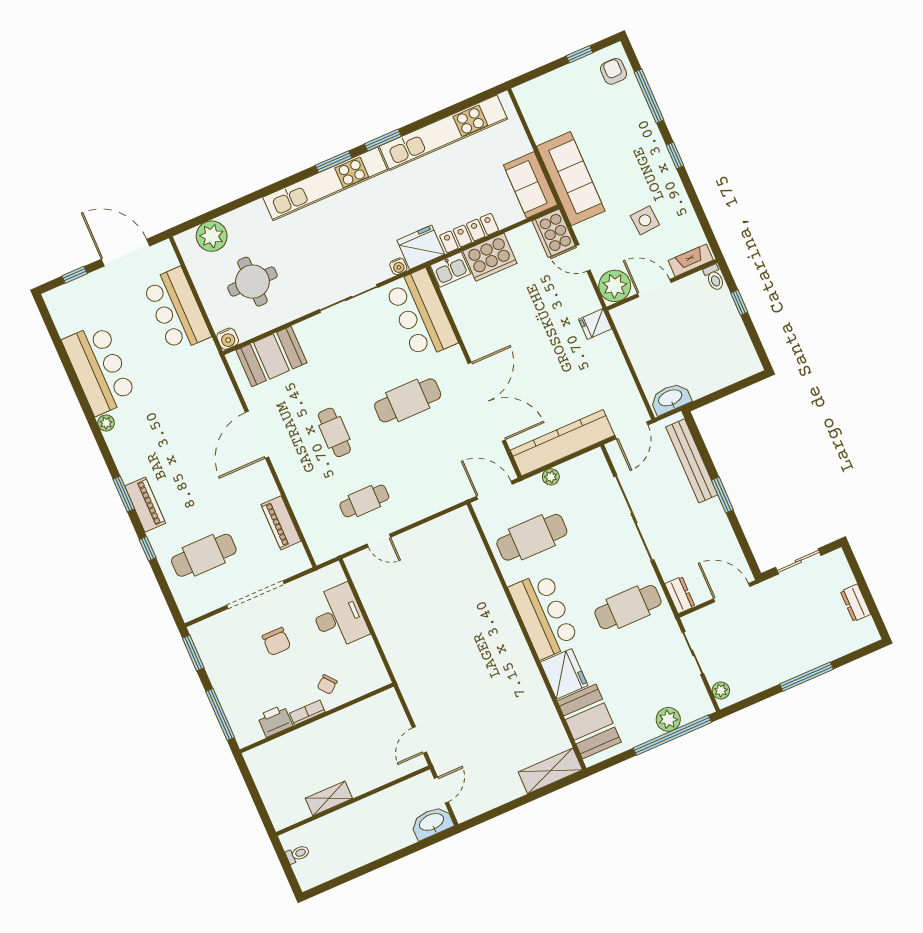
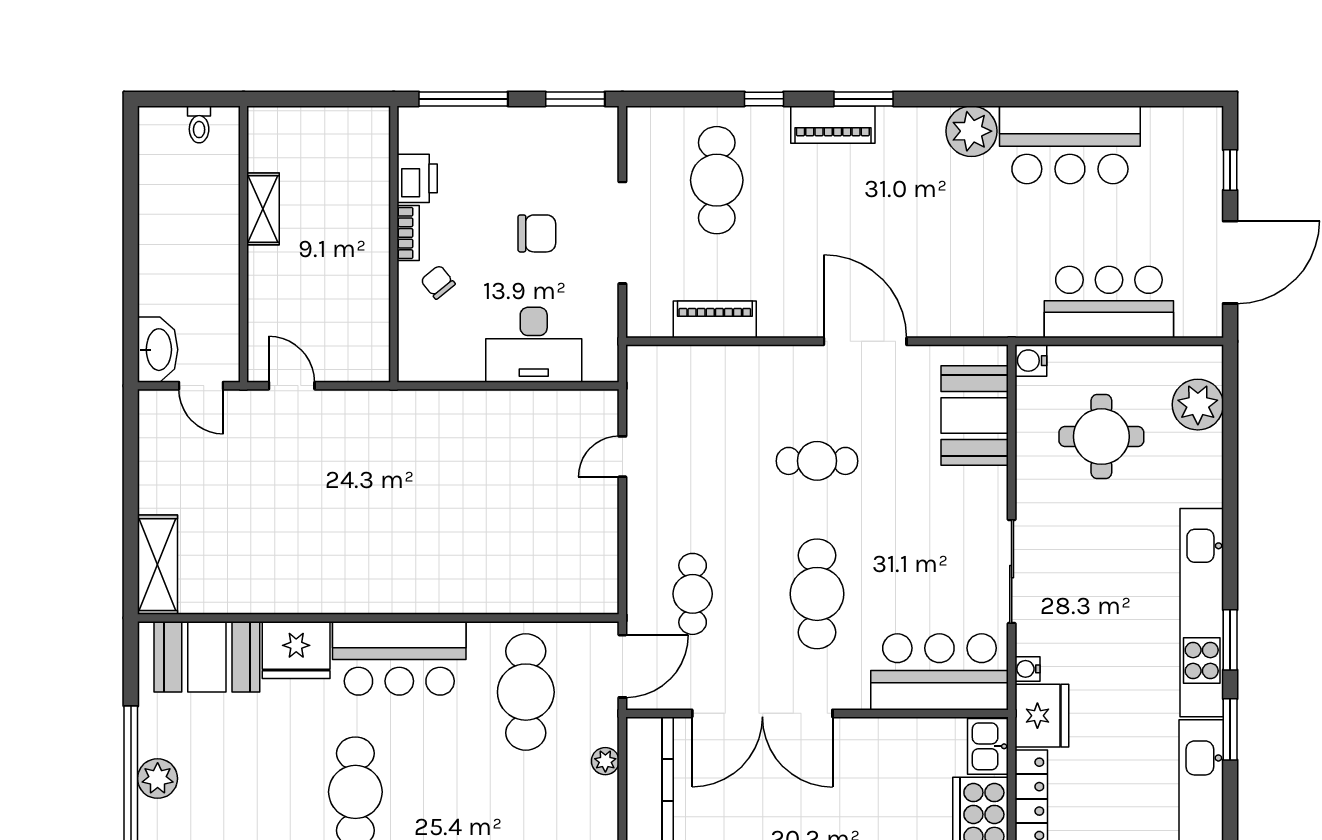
plant: (106, 423) -> (972, 131), width x1.87, depth x1.87
cafe table: (364, 501) -> (693, 594), moved
chair: (276, 642) -> (537, 233), turned 180

